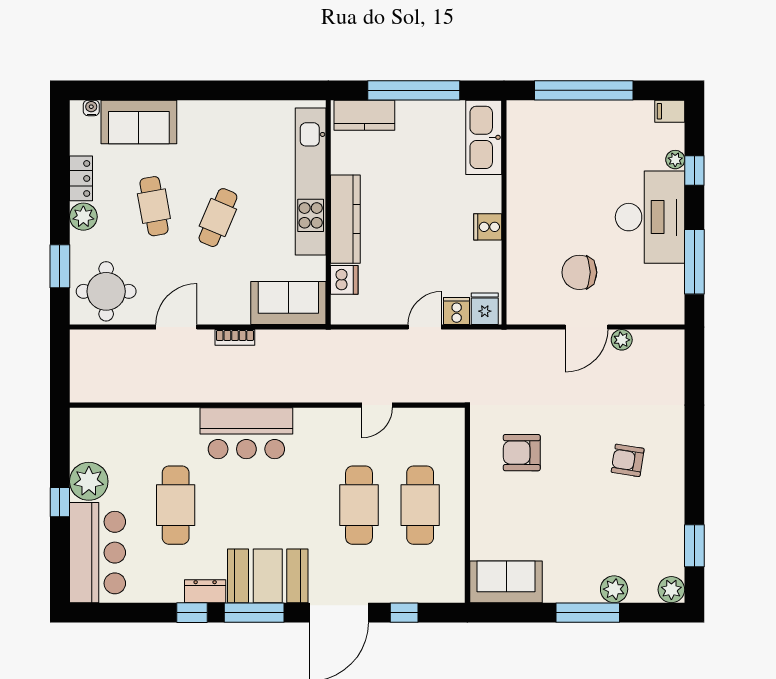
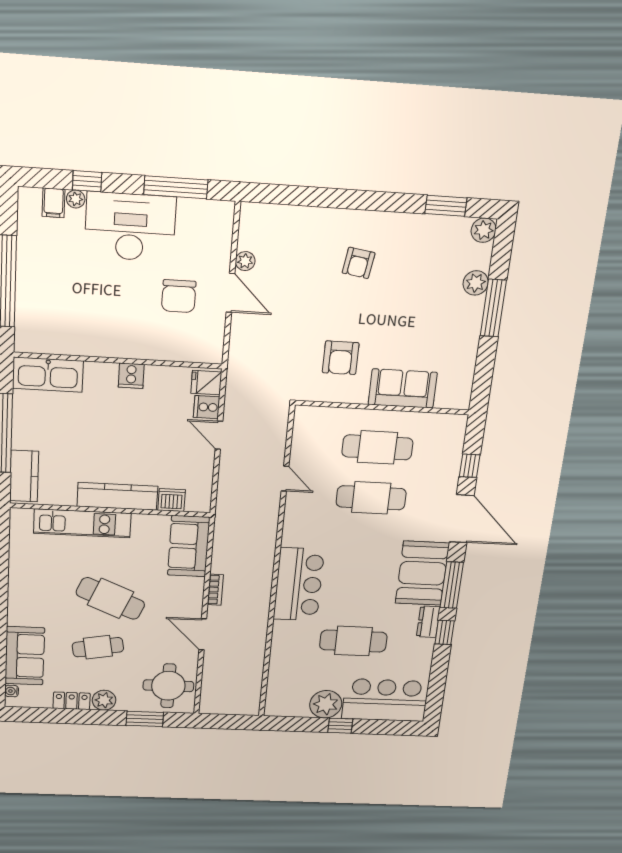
filing cabinet: (670, 111) -> (54, 203), moved
kitchen unit: (311, 182) -> (82, 523), width x0.73
cafe table: (218, 218) -> (110, 598), width x1.37, depth x1.35
sofa: (506, 582) -> (403, 388), moved, turned 90

